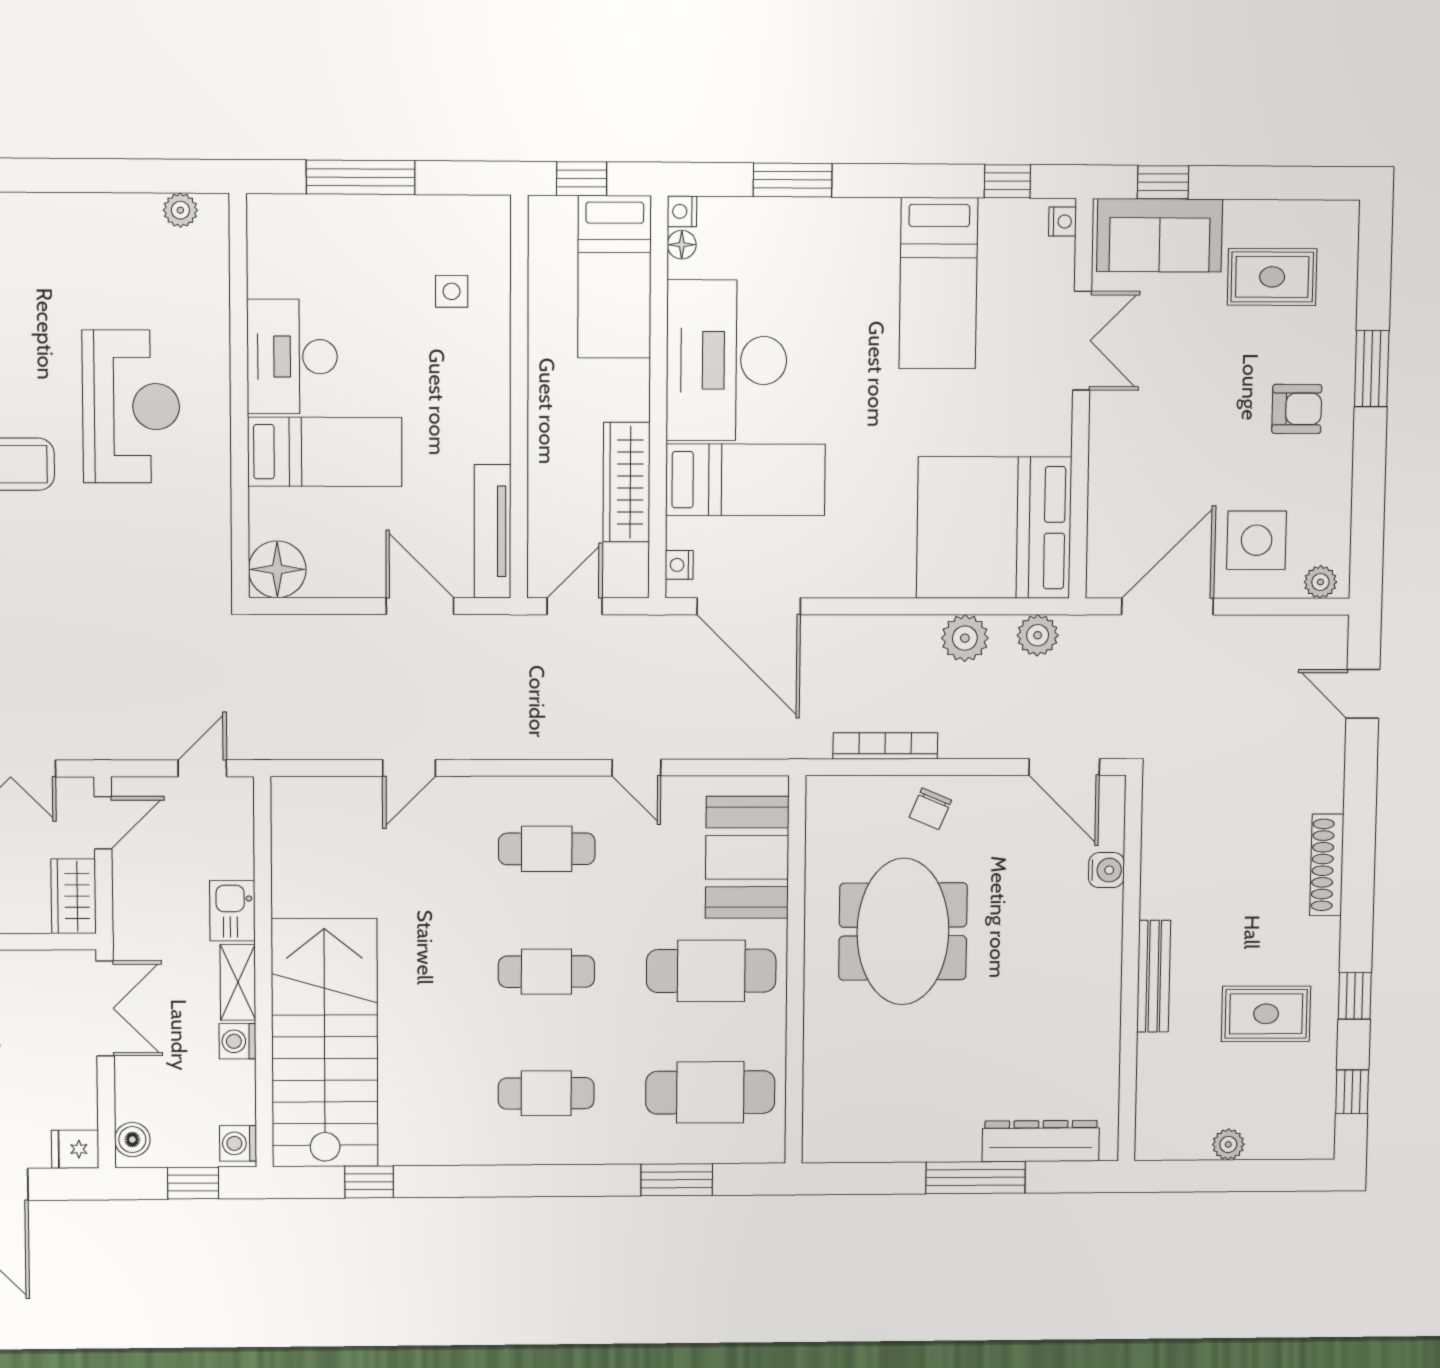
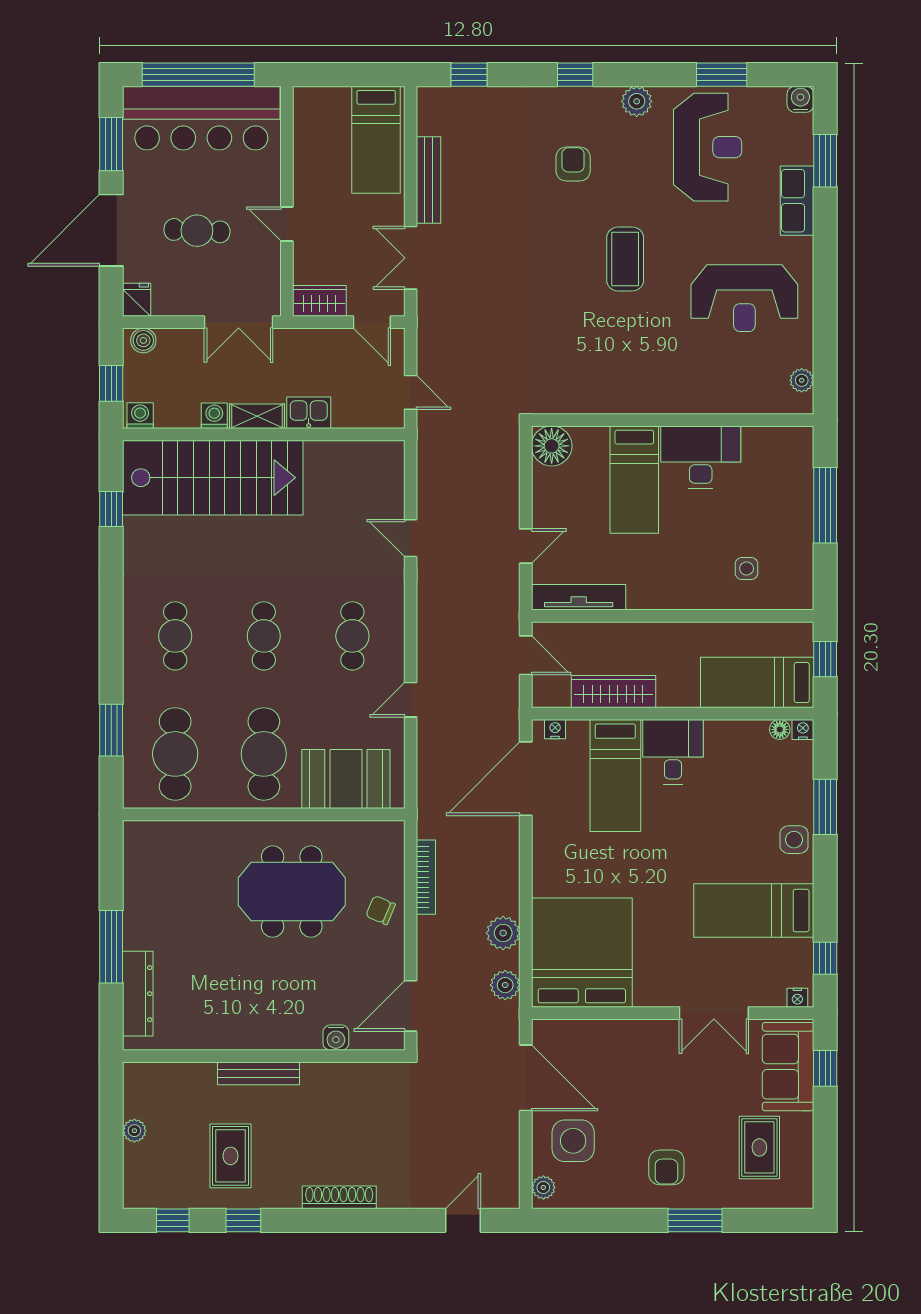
side table: (839, 225) -> (794, 840), added
desk: (727, 360) -> (673, 752), width x0.53, depth x0.77
reception desk: (131, 407) -> (744, 298), moved
door: (420, 606) -> (526, 546), width x0.73

